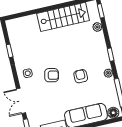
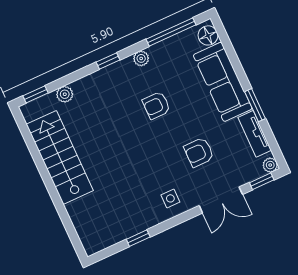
armchair: (52, 75) -> (199, 152), moved, turned -102

